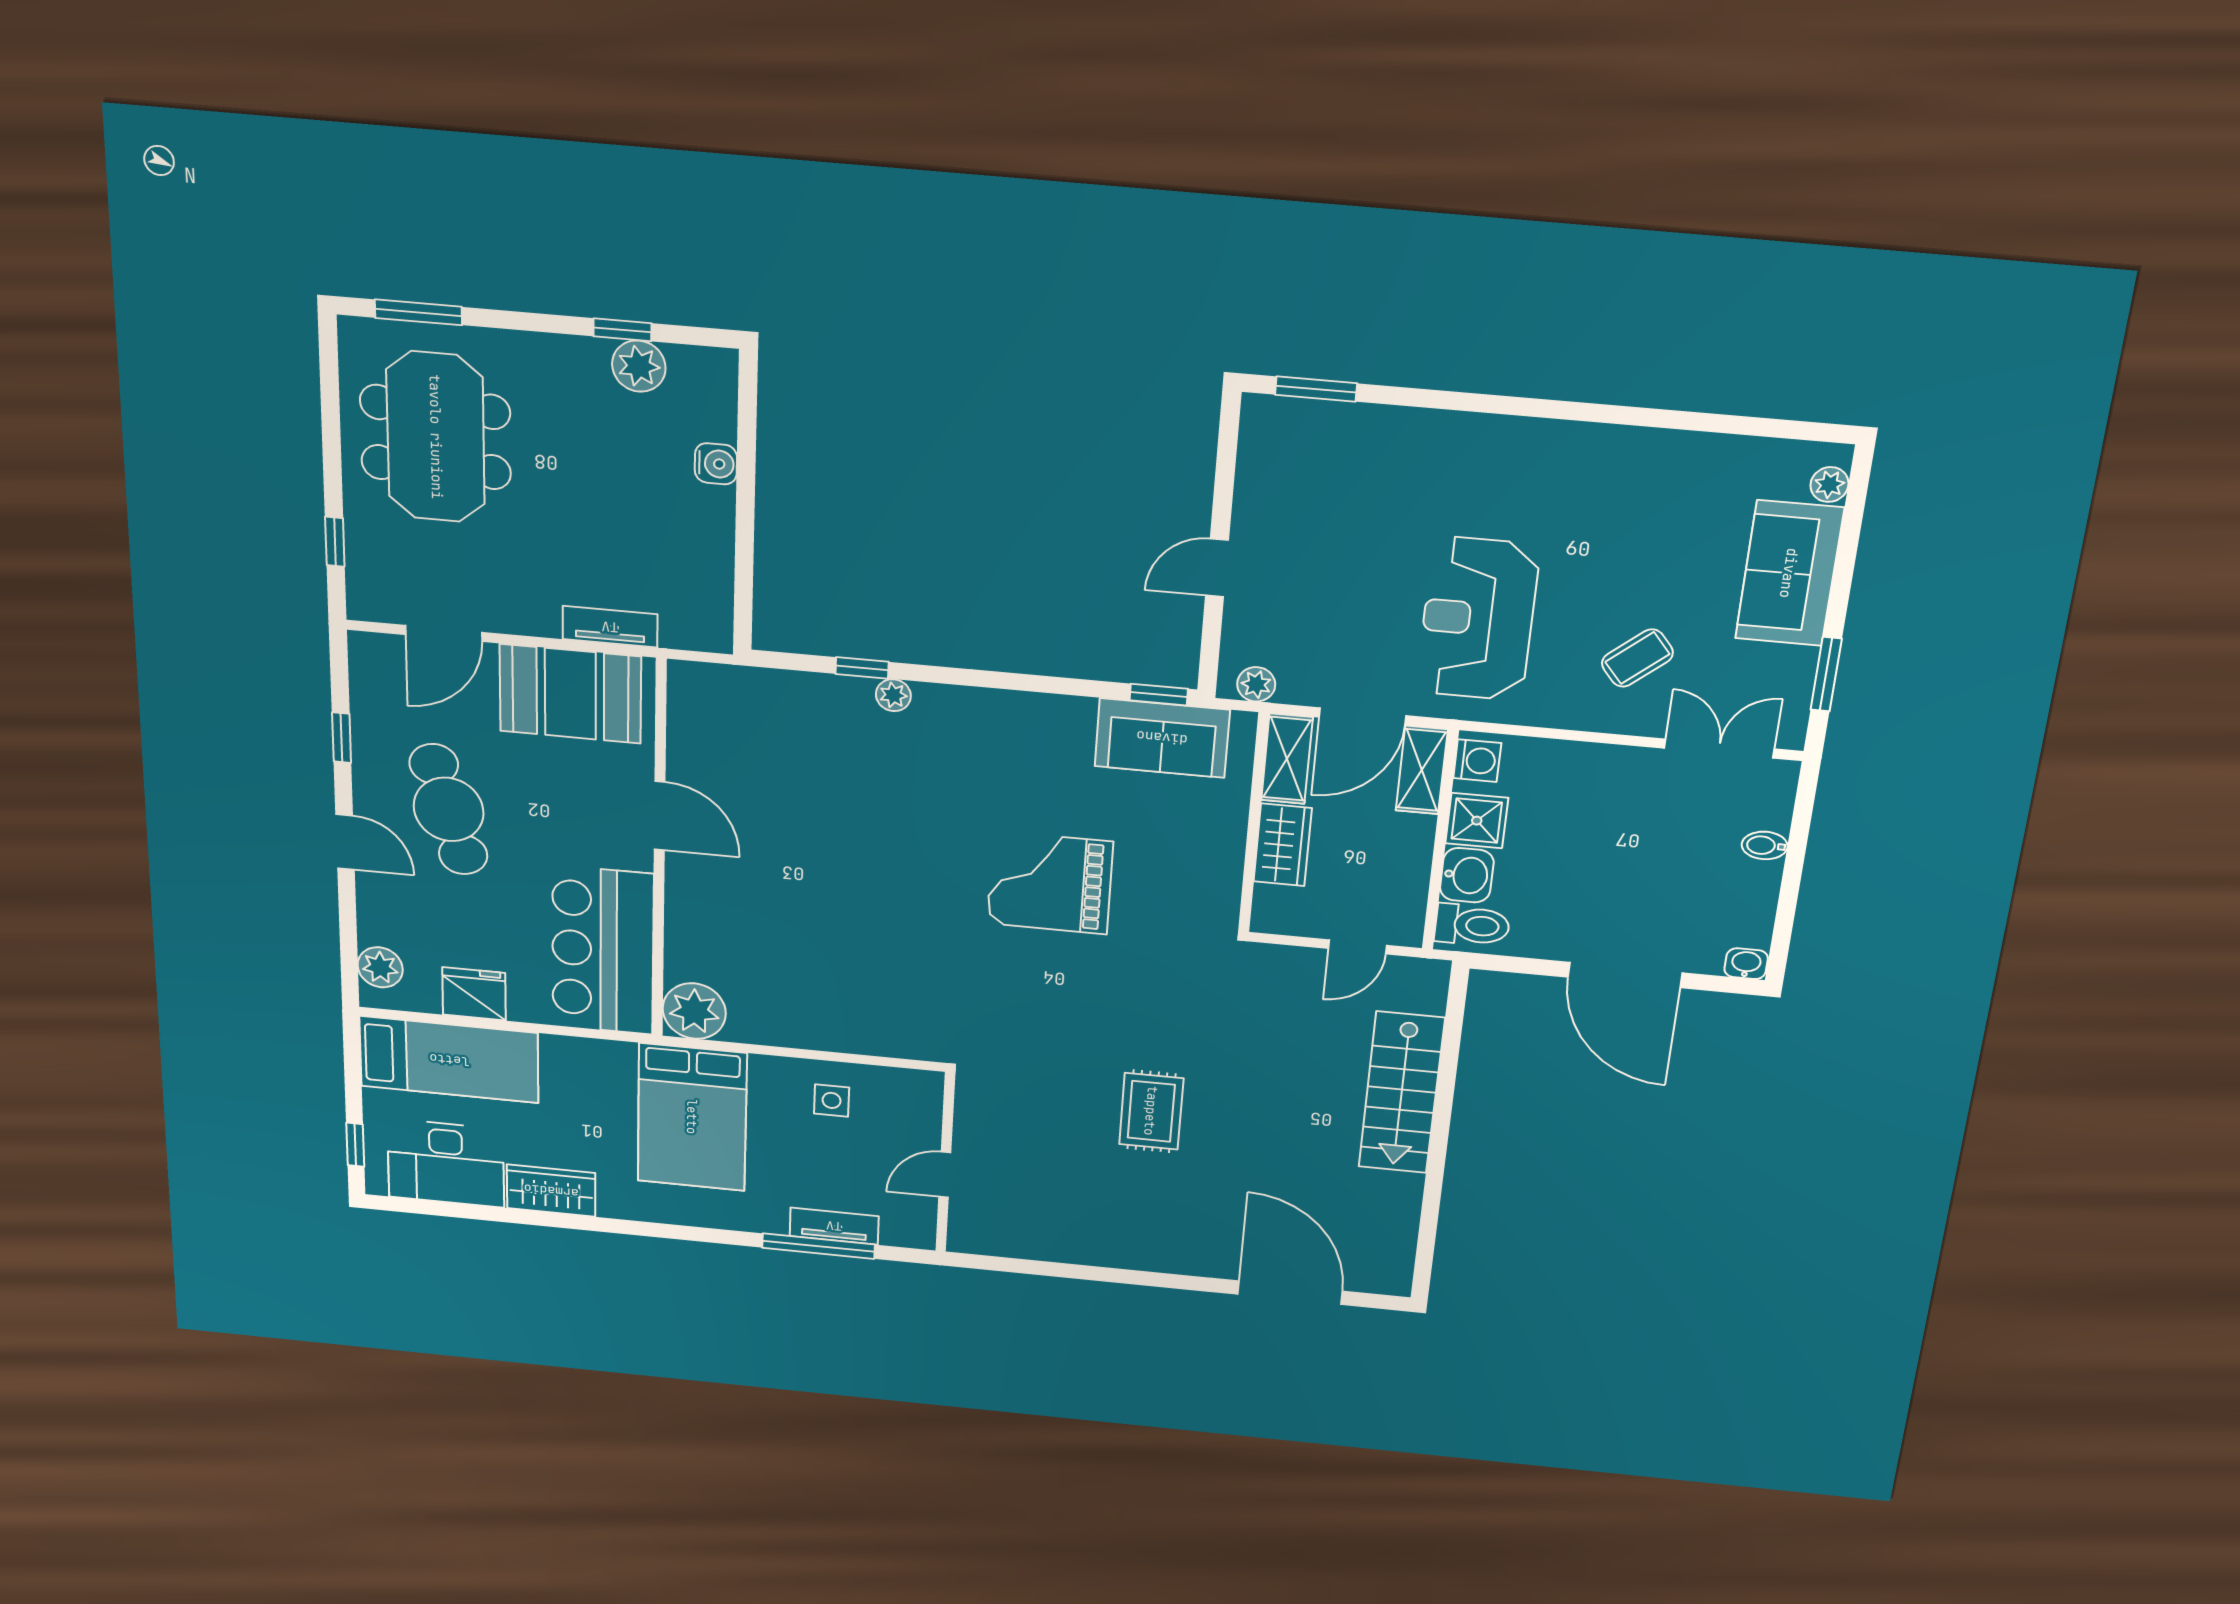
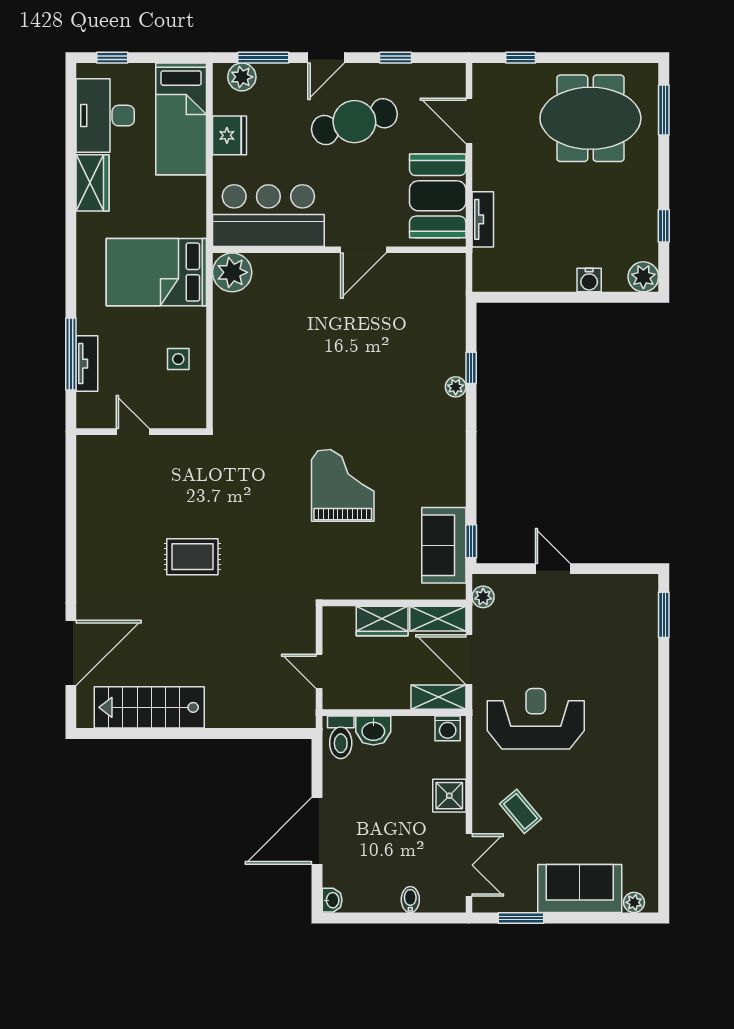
plant: (639, 366) -> (643, 277), moved
shower: (1477, 821) -> (449, 796), moved
window: (348, 934) -> (263, 58), added
stairs: (1401, 1093) -> (149, 707), moved

